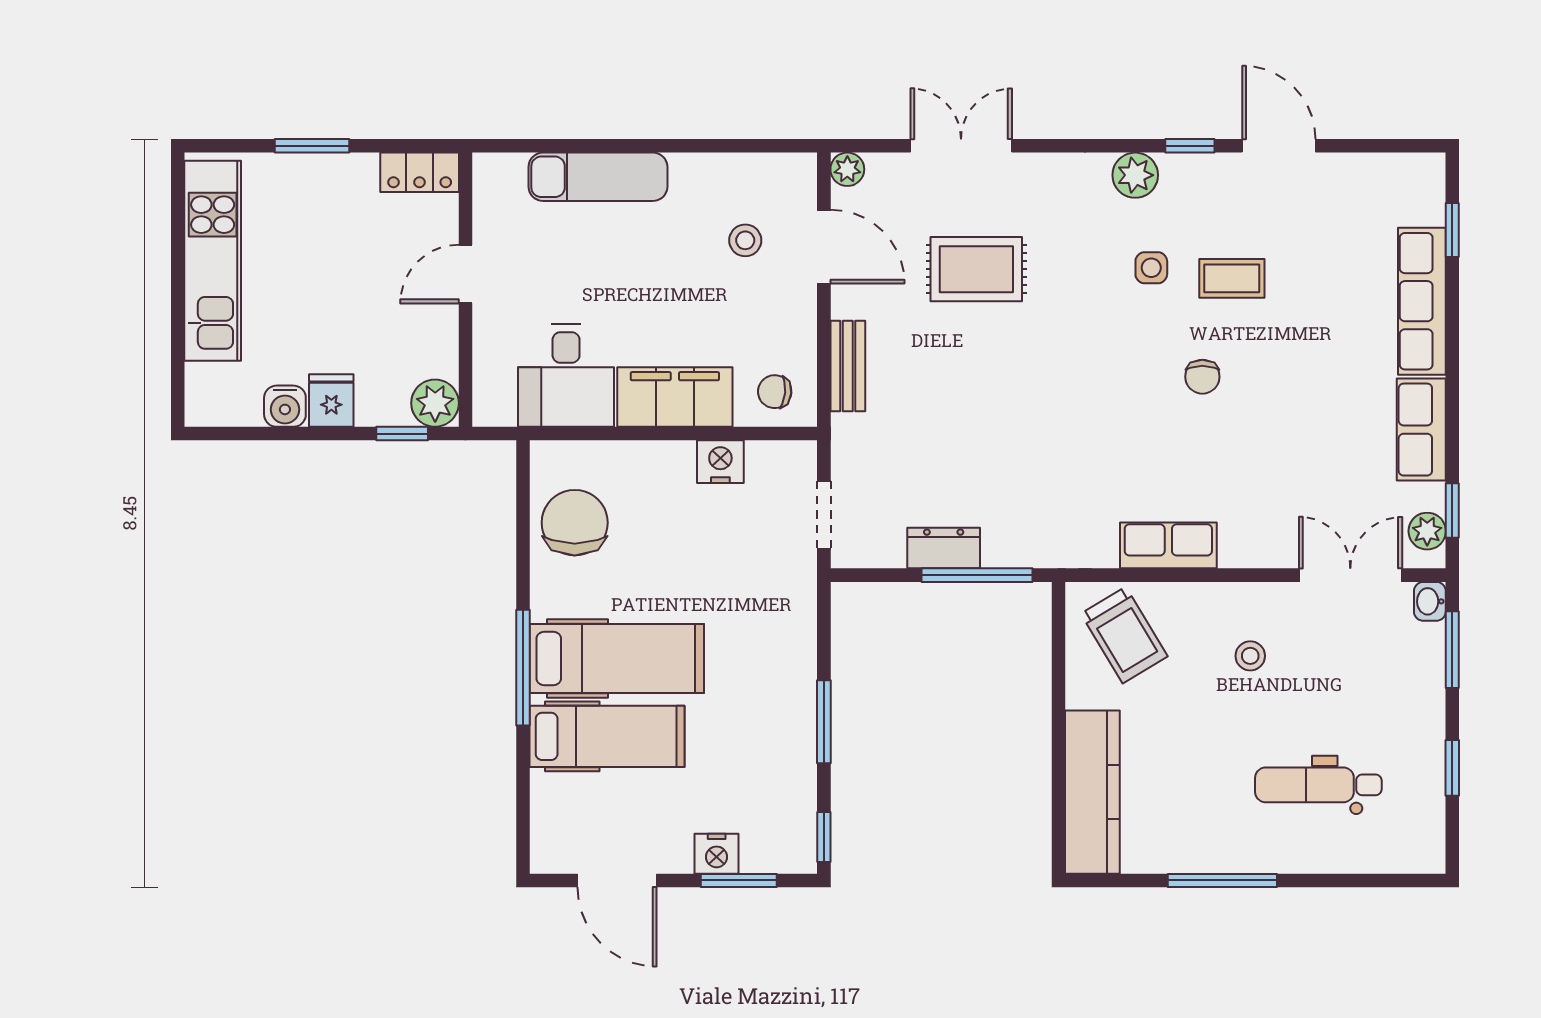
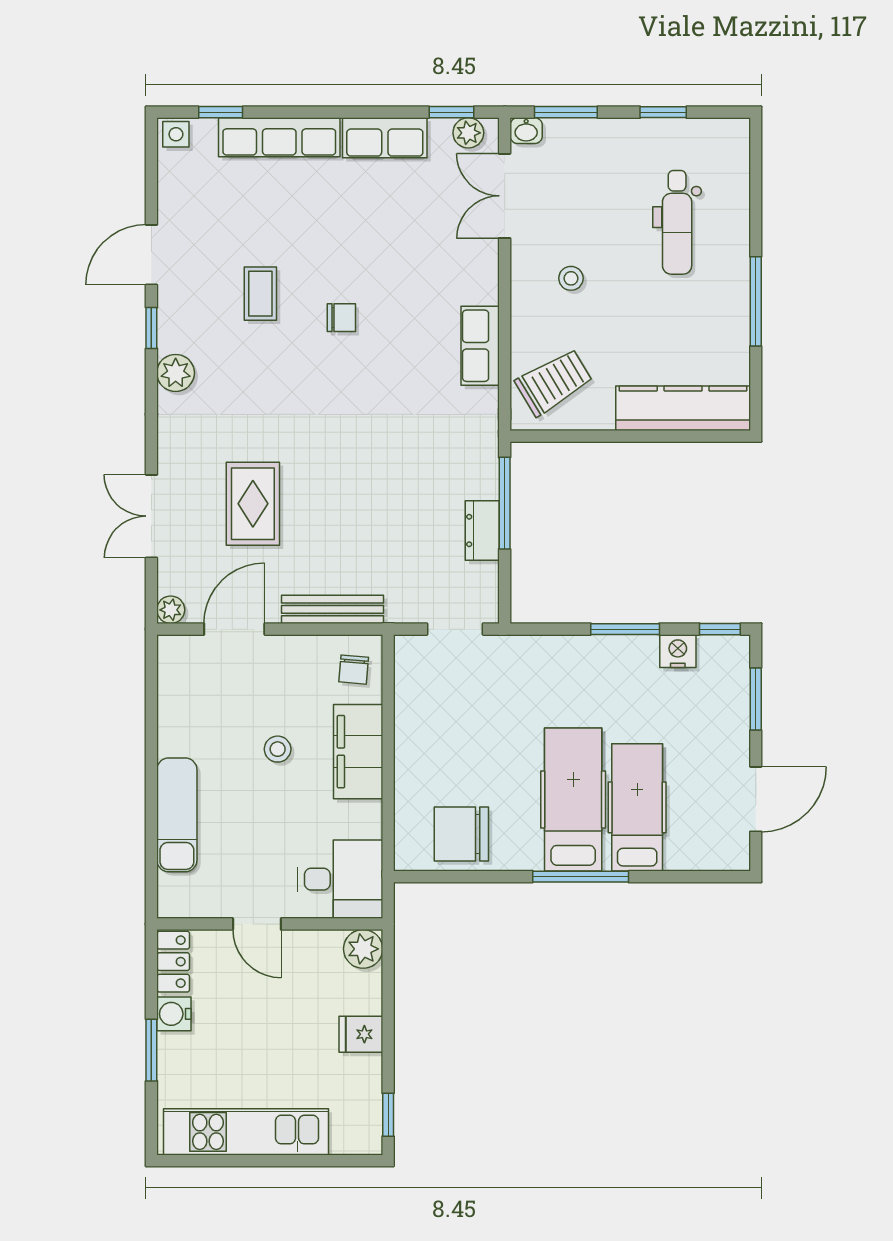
stool: (745, 240) -> (278, 749), moved
side table: (1151, 268) -> (176, 134), moved
bench: (848, 366) -> (333, 609), width x1.36
desk: (566, 375) -> (340, 879), moved
water cooler: (285, 406) -> (174, 1014), moved, turned 180
window: (402, 434) -> (388, 1115), moved
nightstand: (720, 462) -> (411, 714), removed
nightstand: (717, 854) -> (678, 651), moved, turned -90

